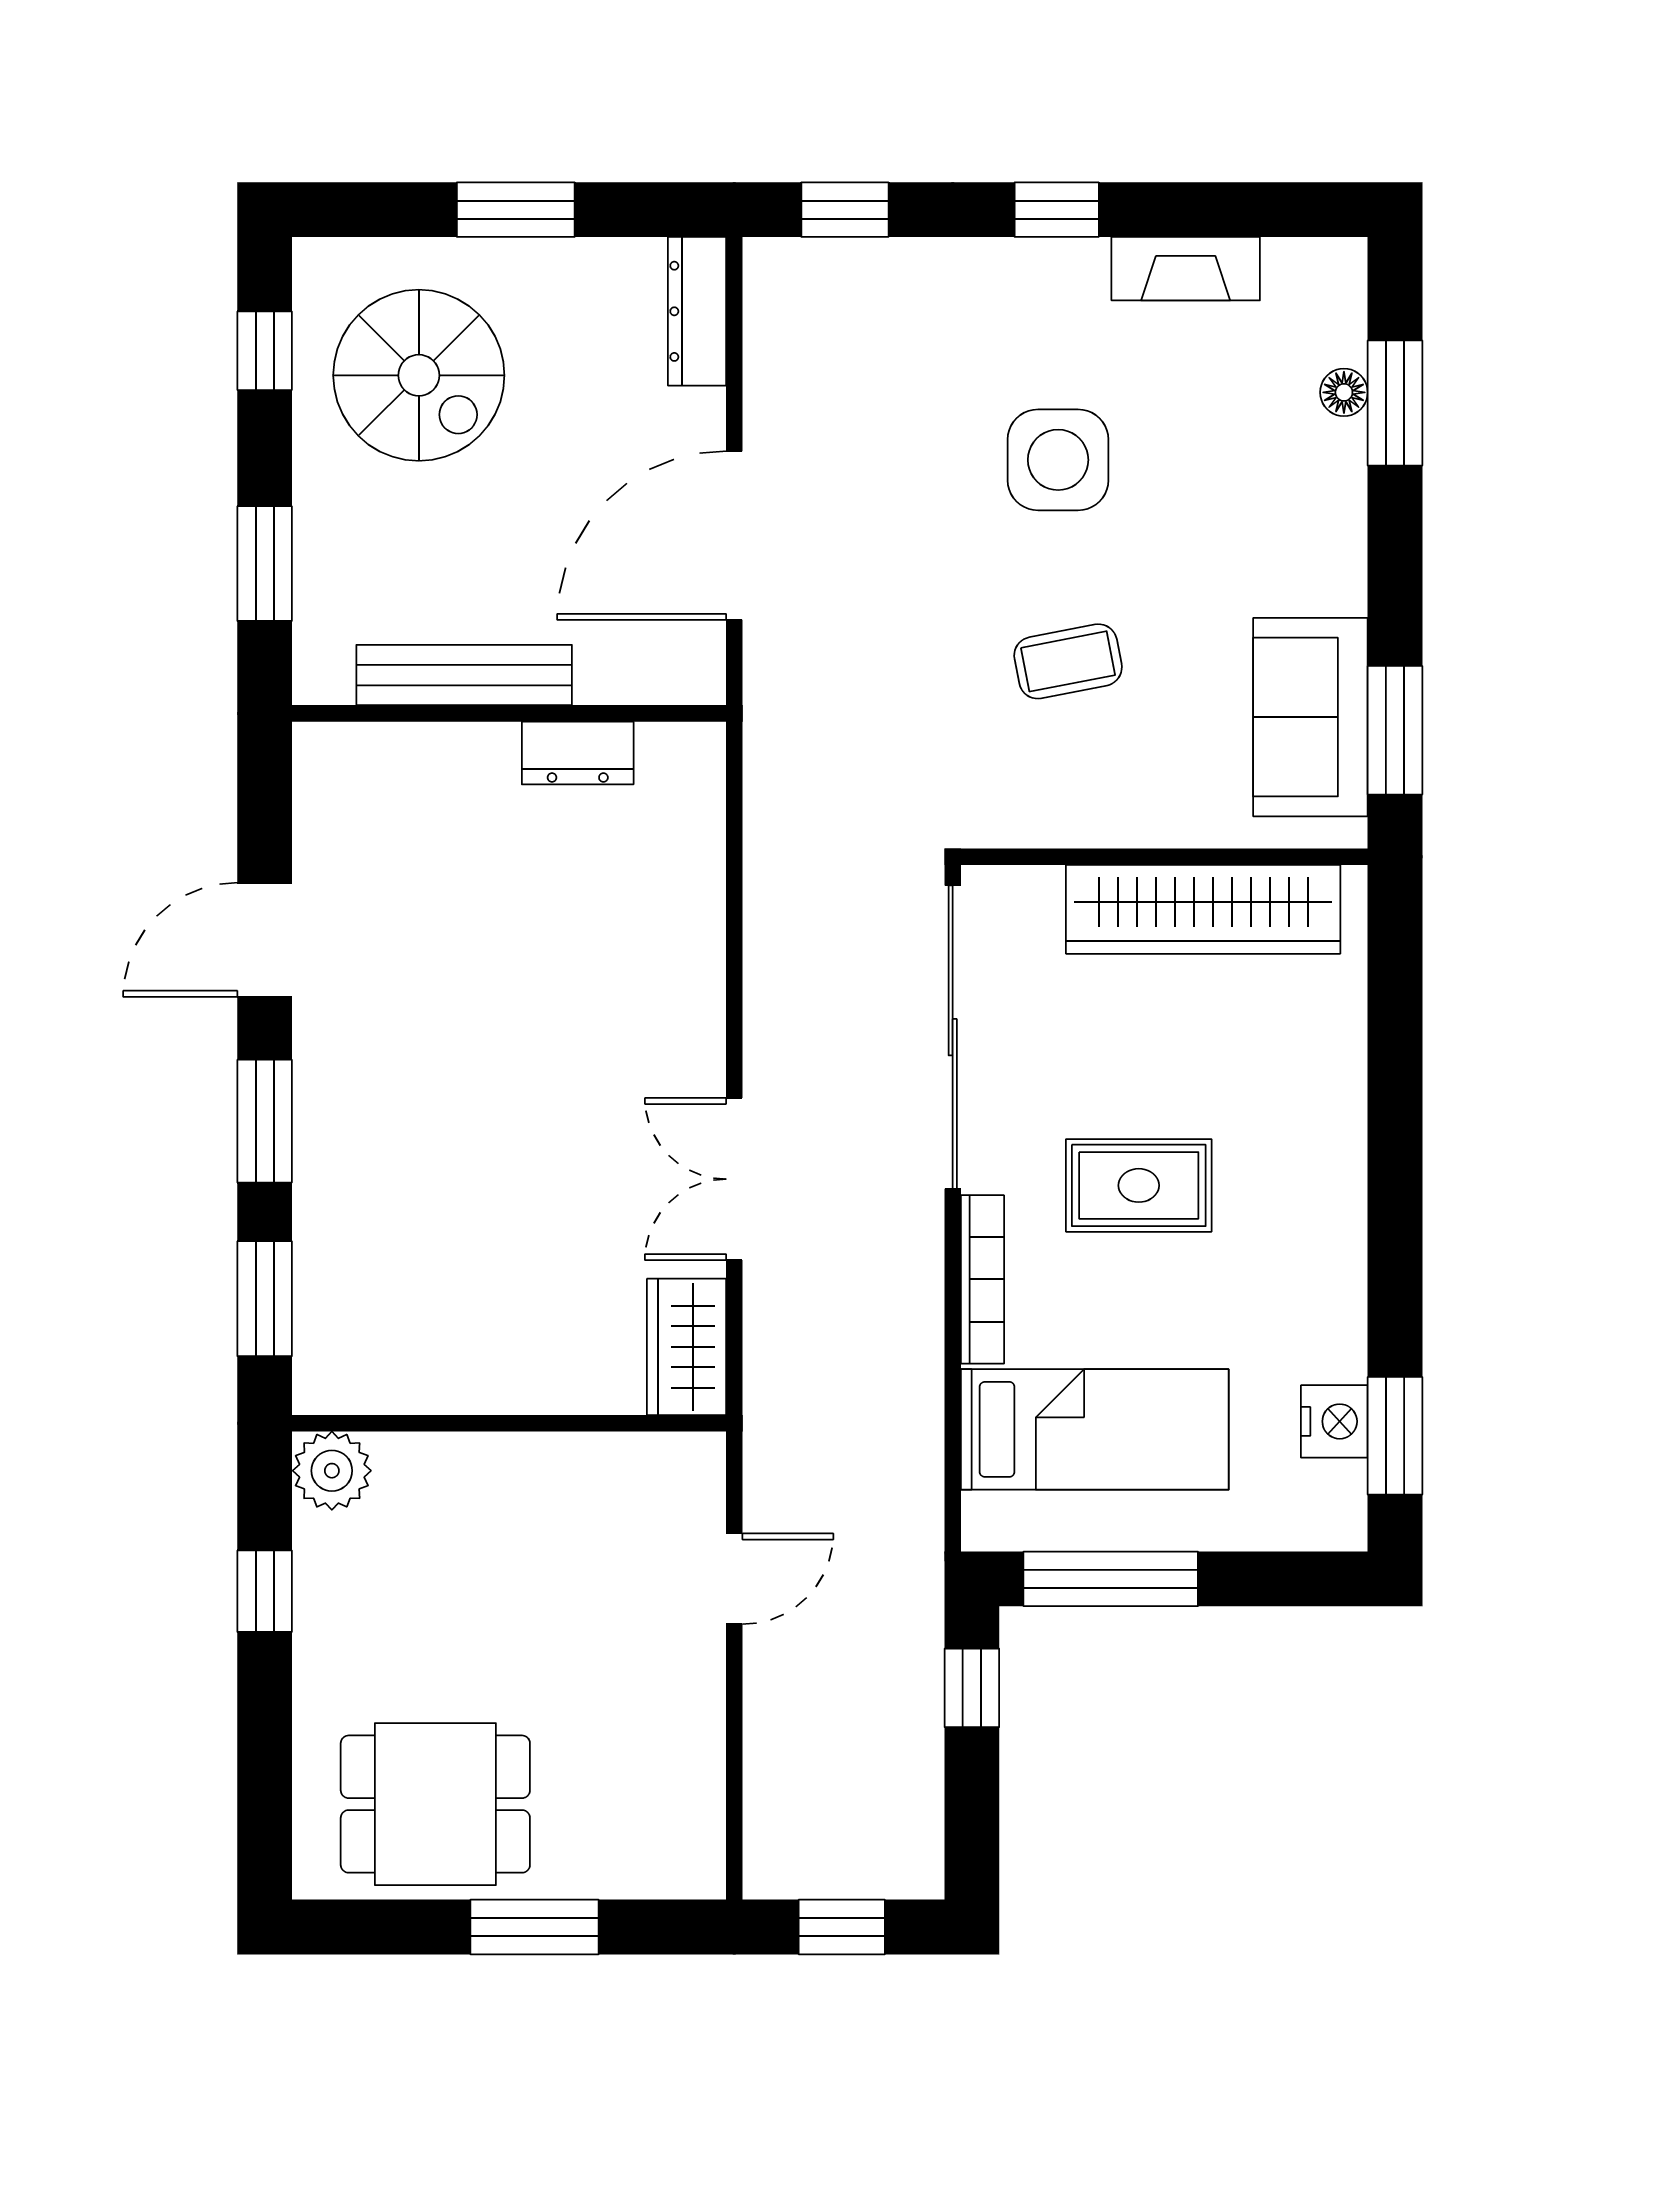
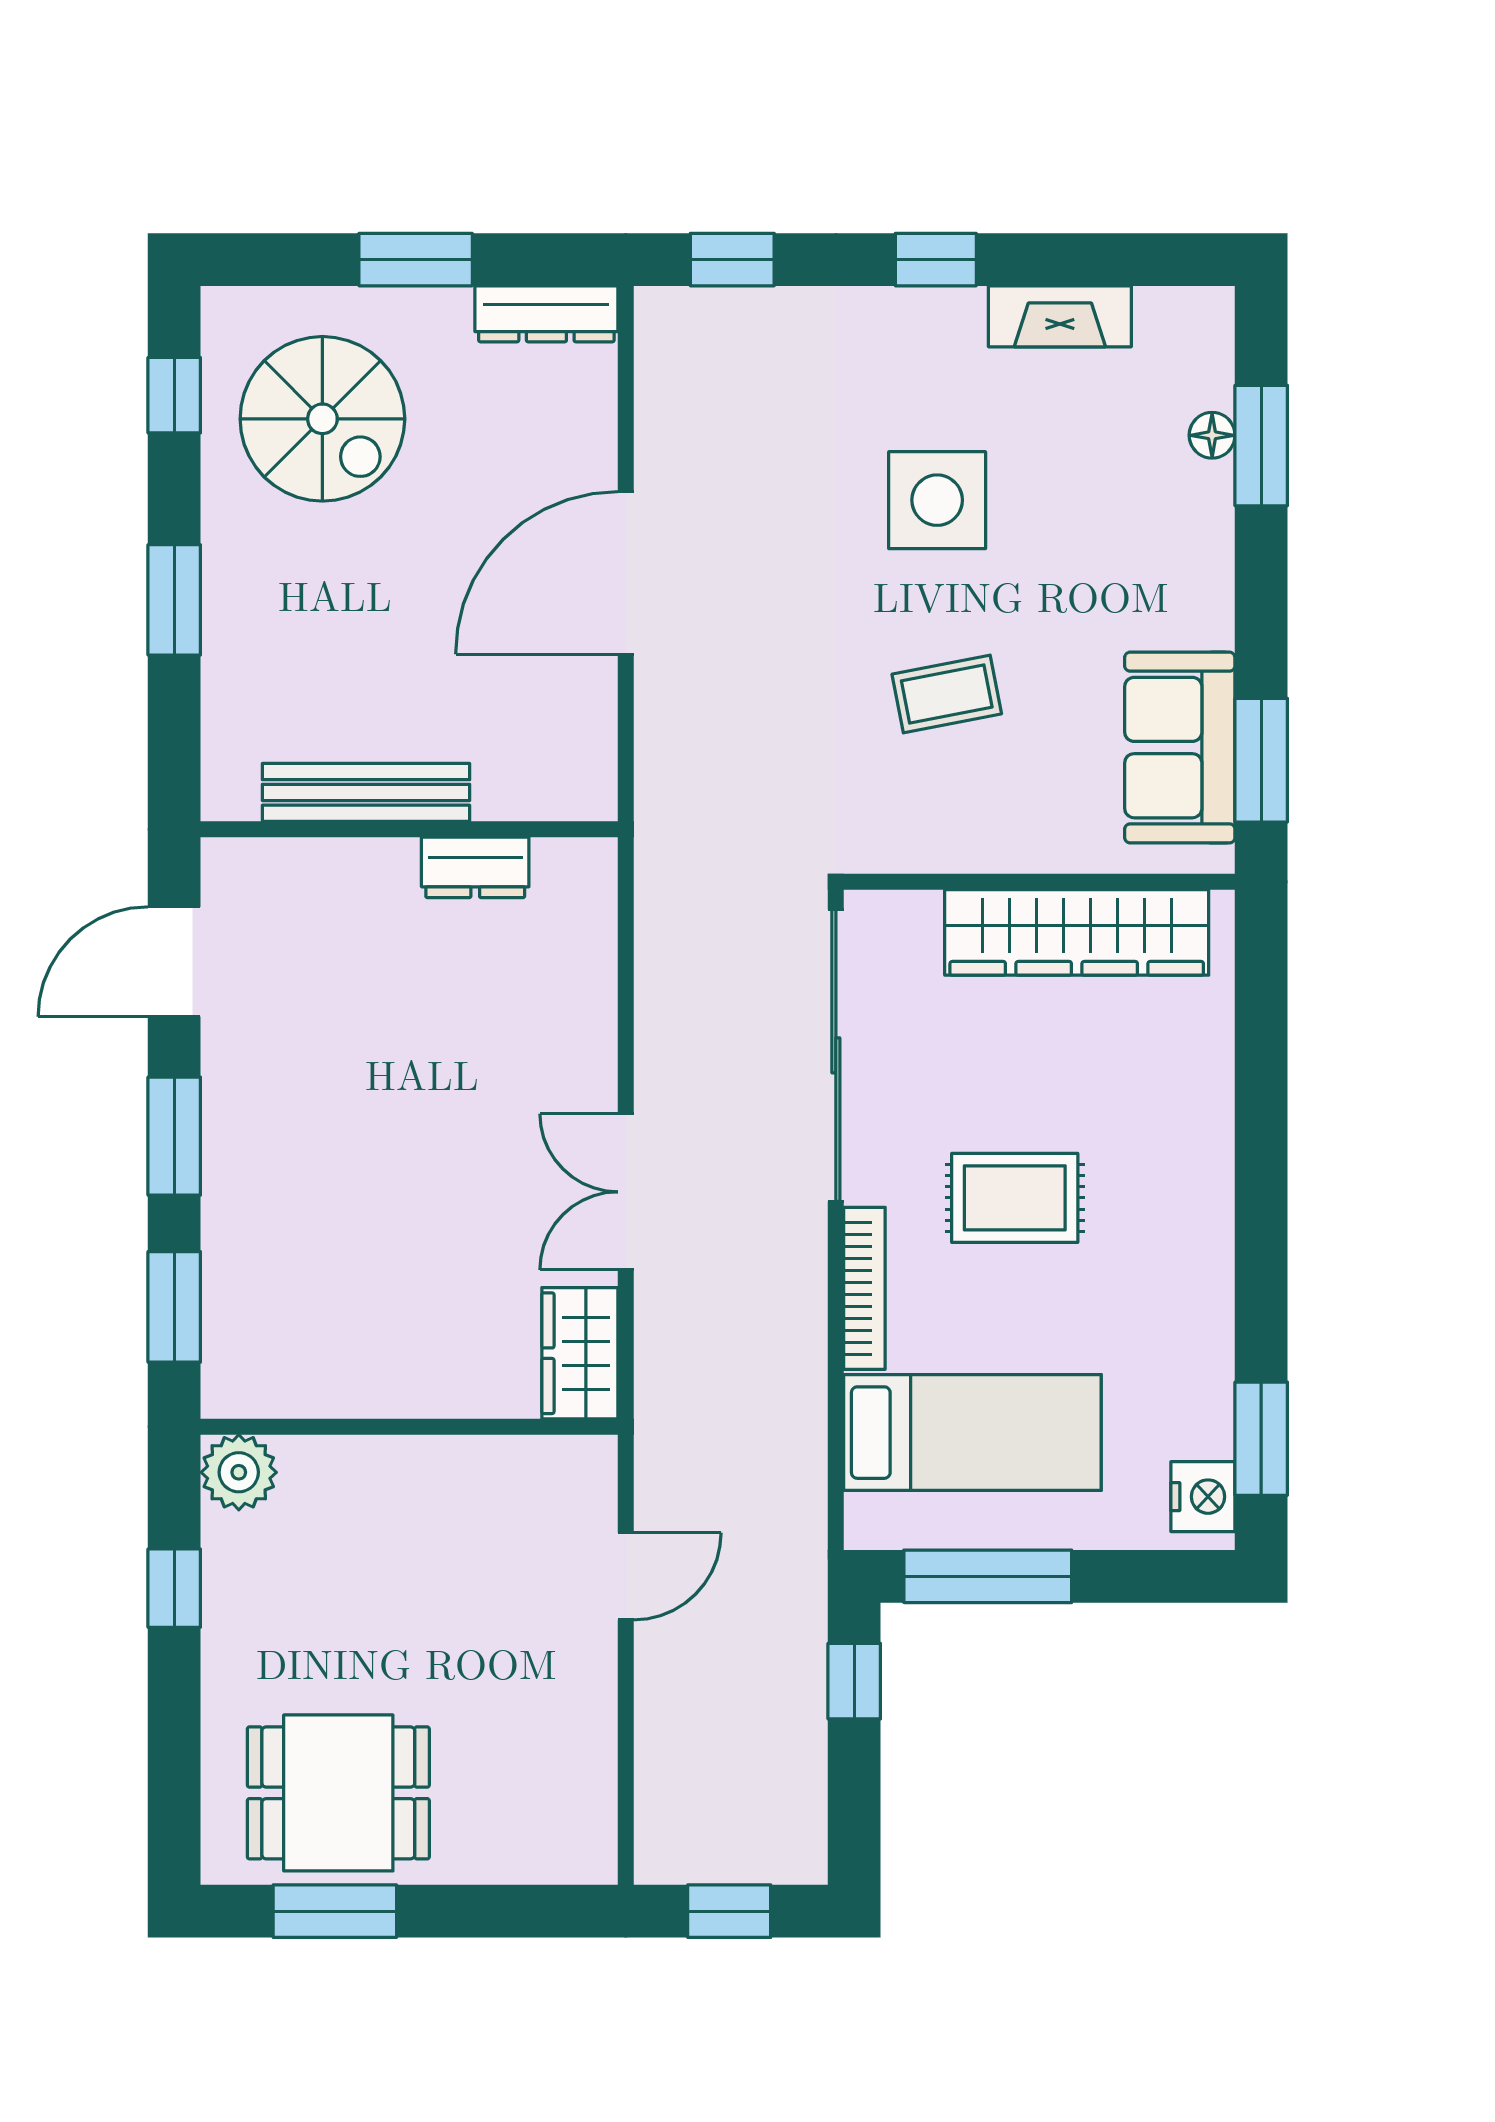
dresser: (697, 311) -> (546, 314), moved, turned -90
bench: (464, 675) -> (366, 792), moved
wall: (509, 713) -> (409, 829), moved
dresser: (578, 753) -> (475, 867), moved
nightstand: (1334, 1421) -> (1203, 1497), moved
window: (535, 1927) -> (335, 1911), moved

